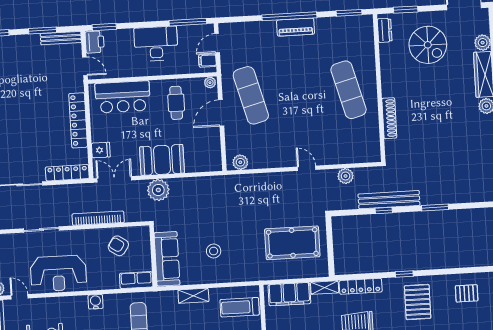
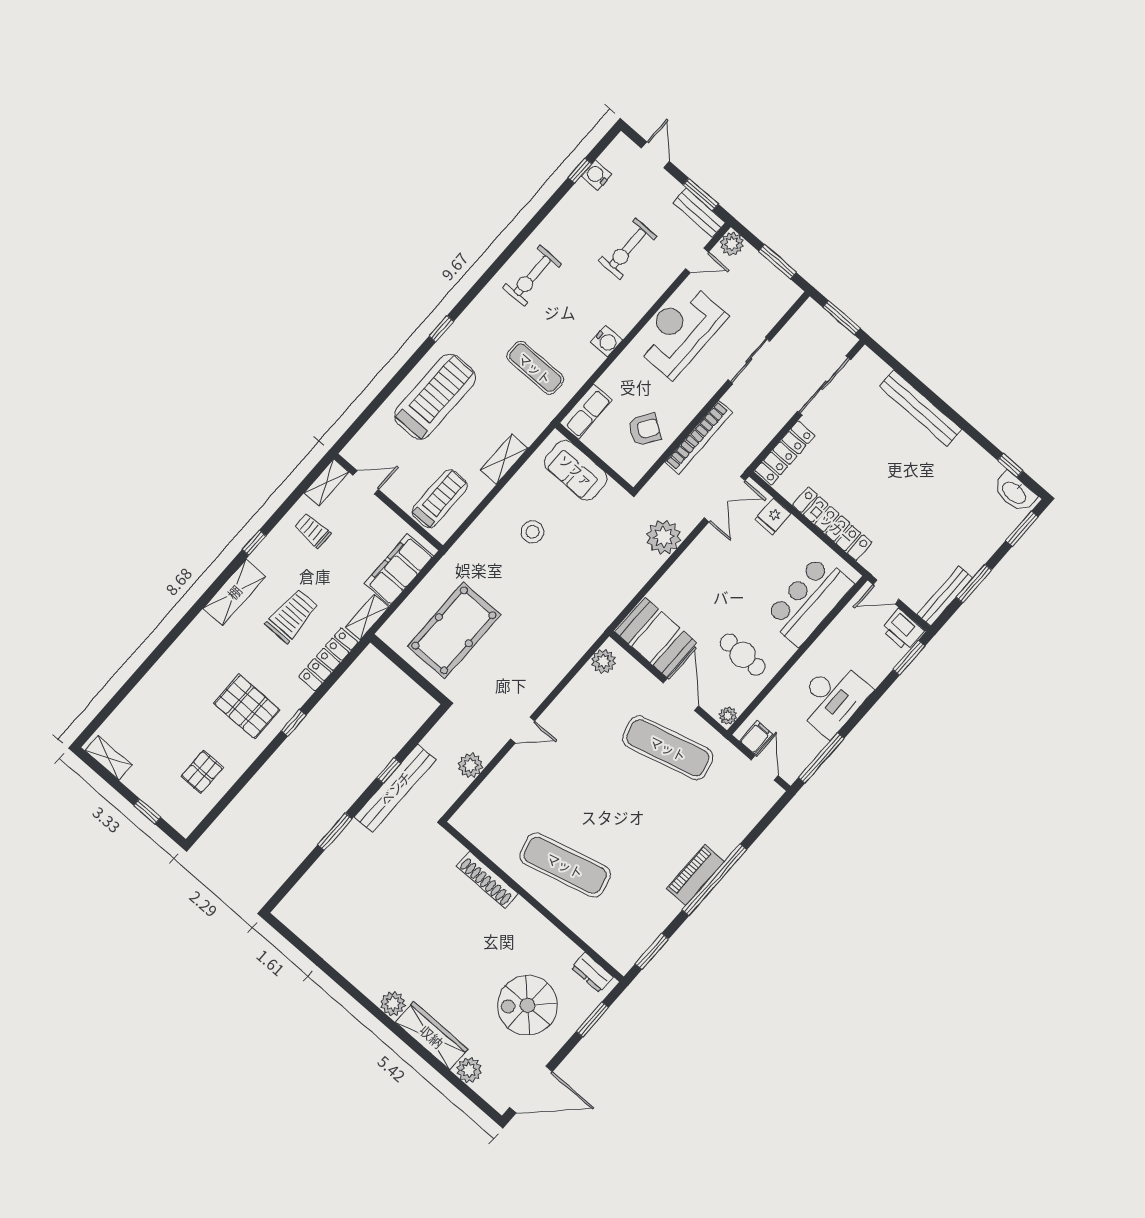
booth: (162, 160) -> (656, 637), moved, turned 90
sofa: (167, 259) -> (576, 470), width x0.73

